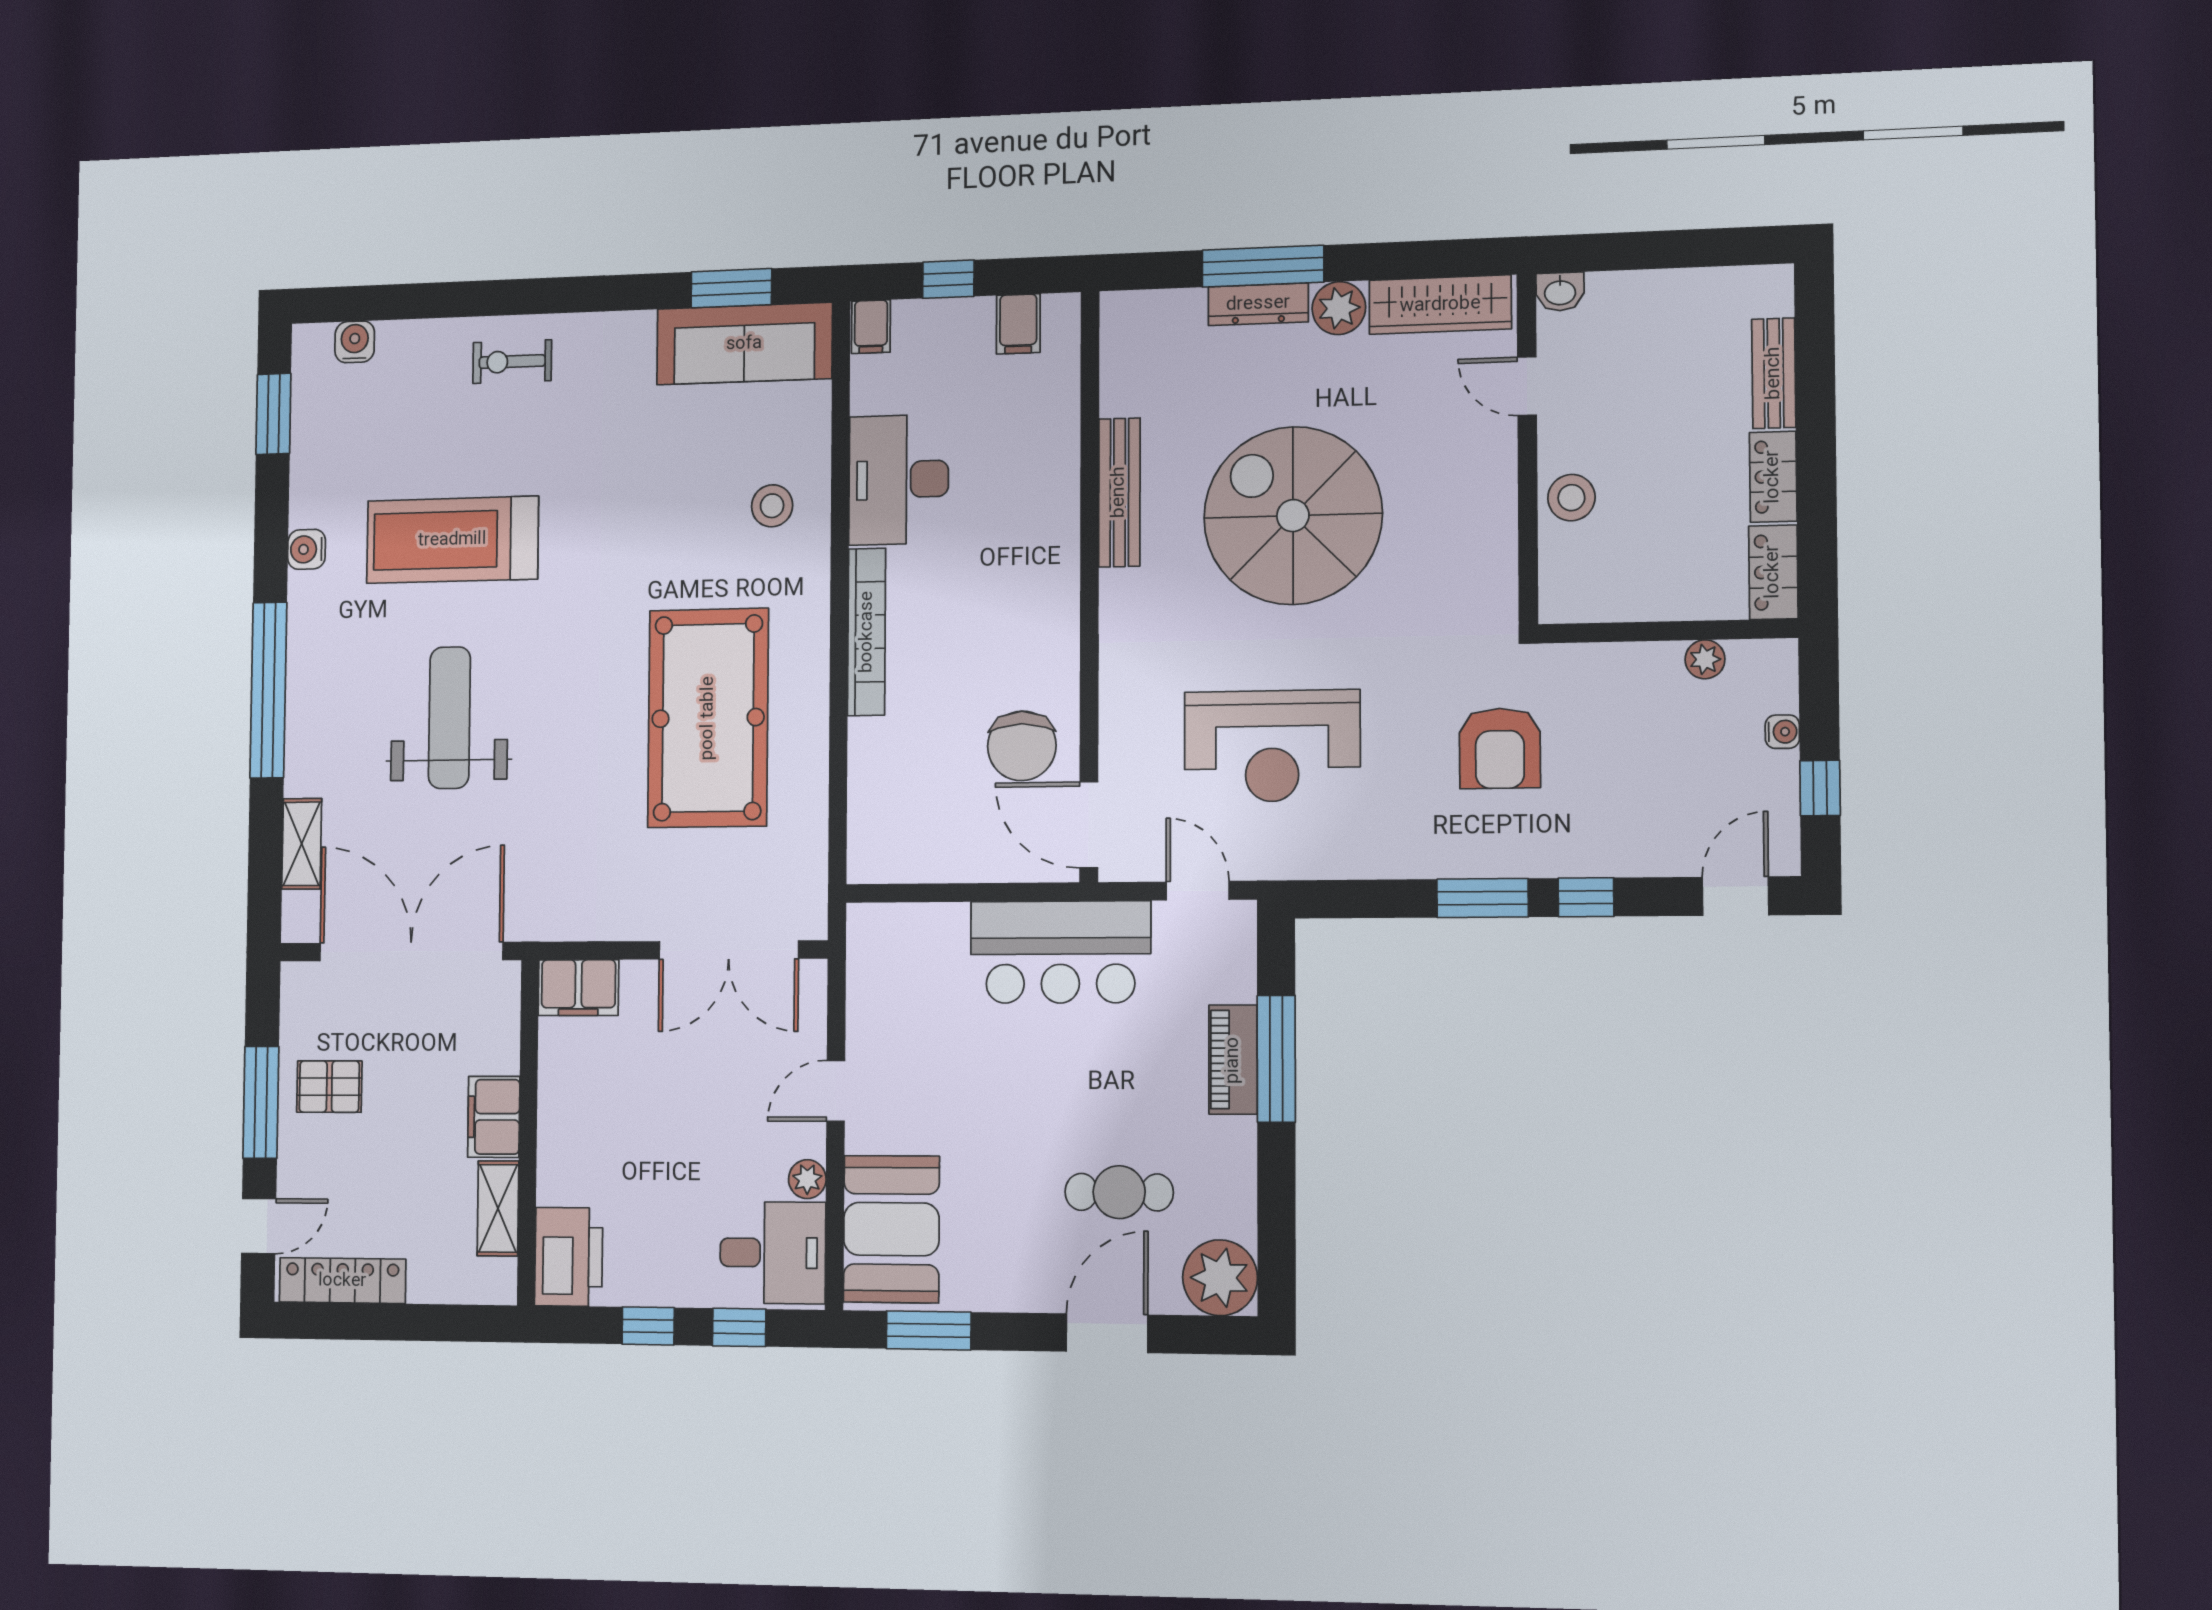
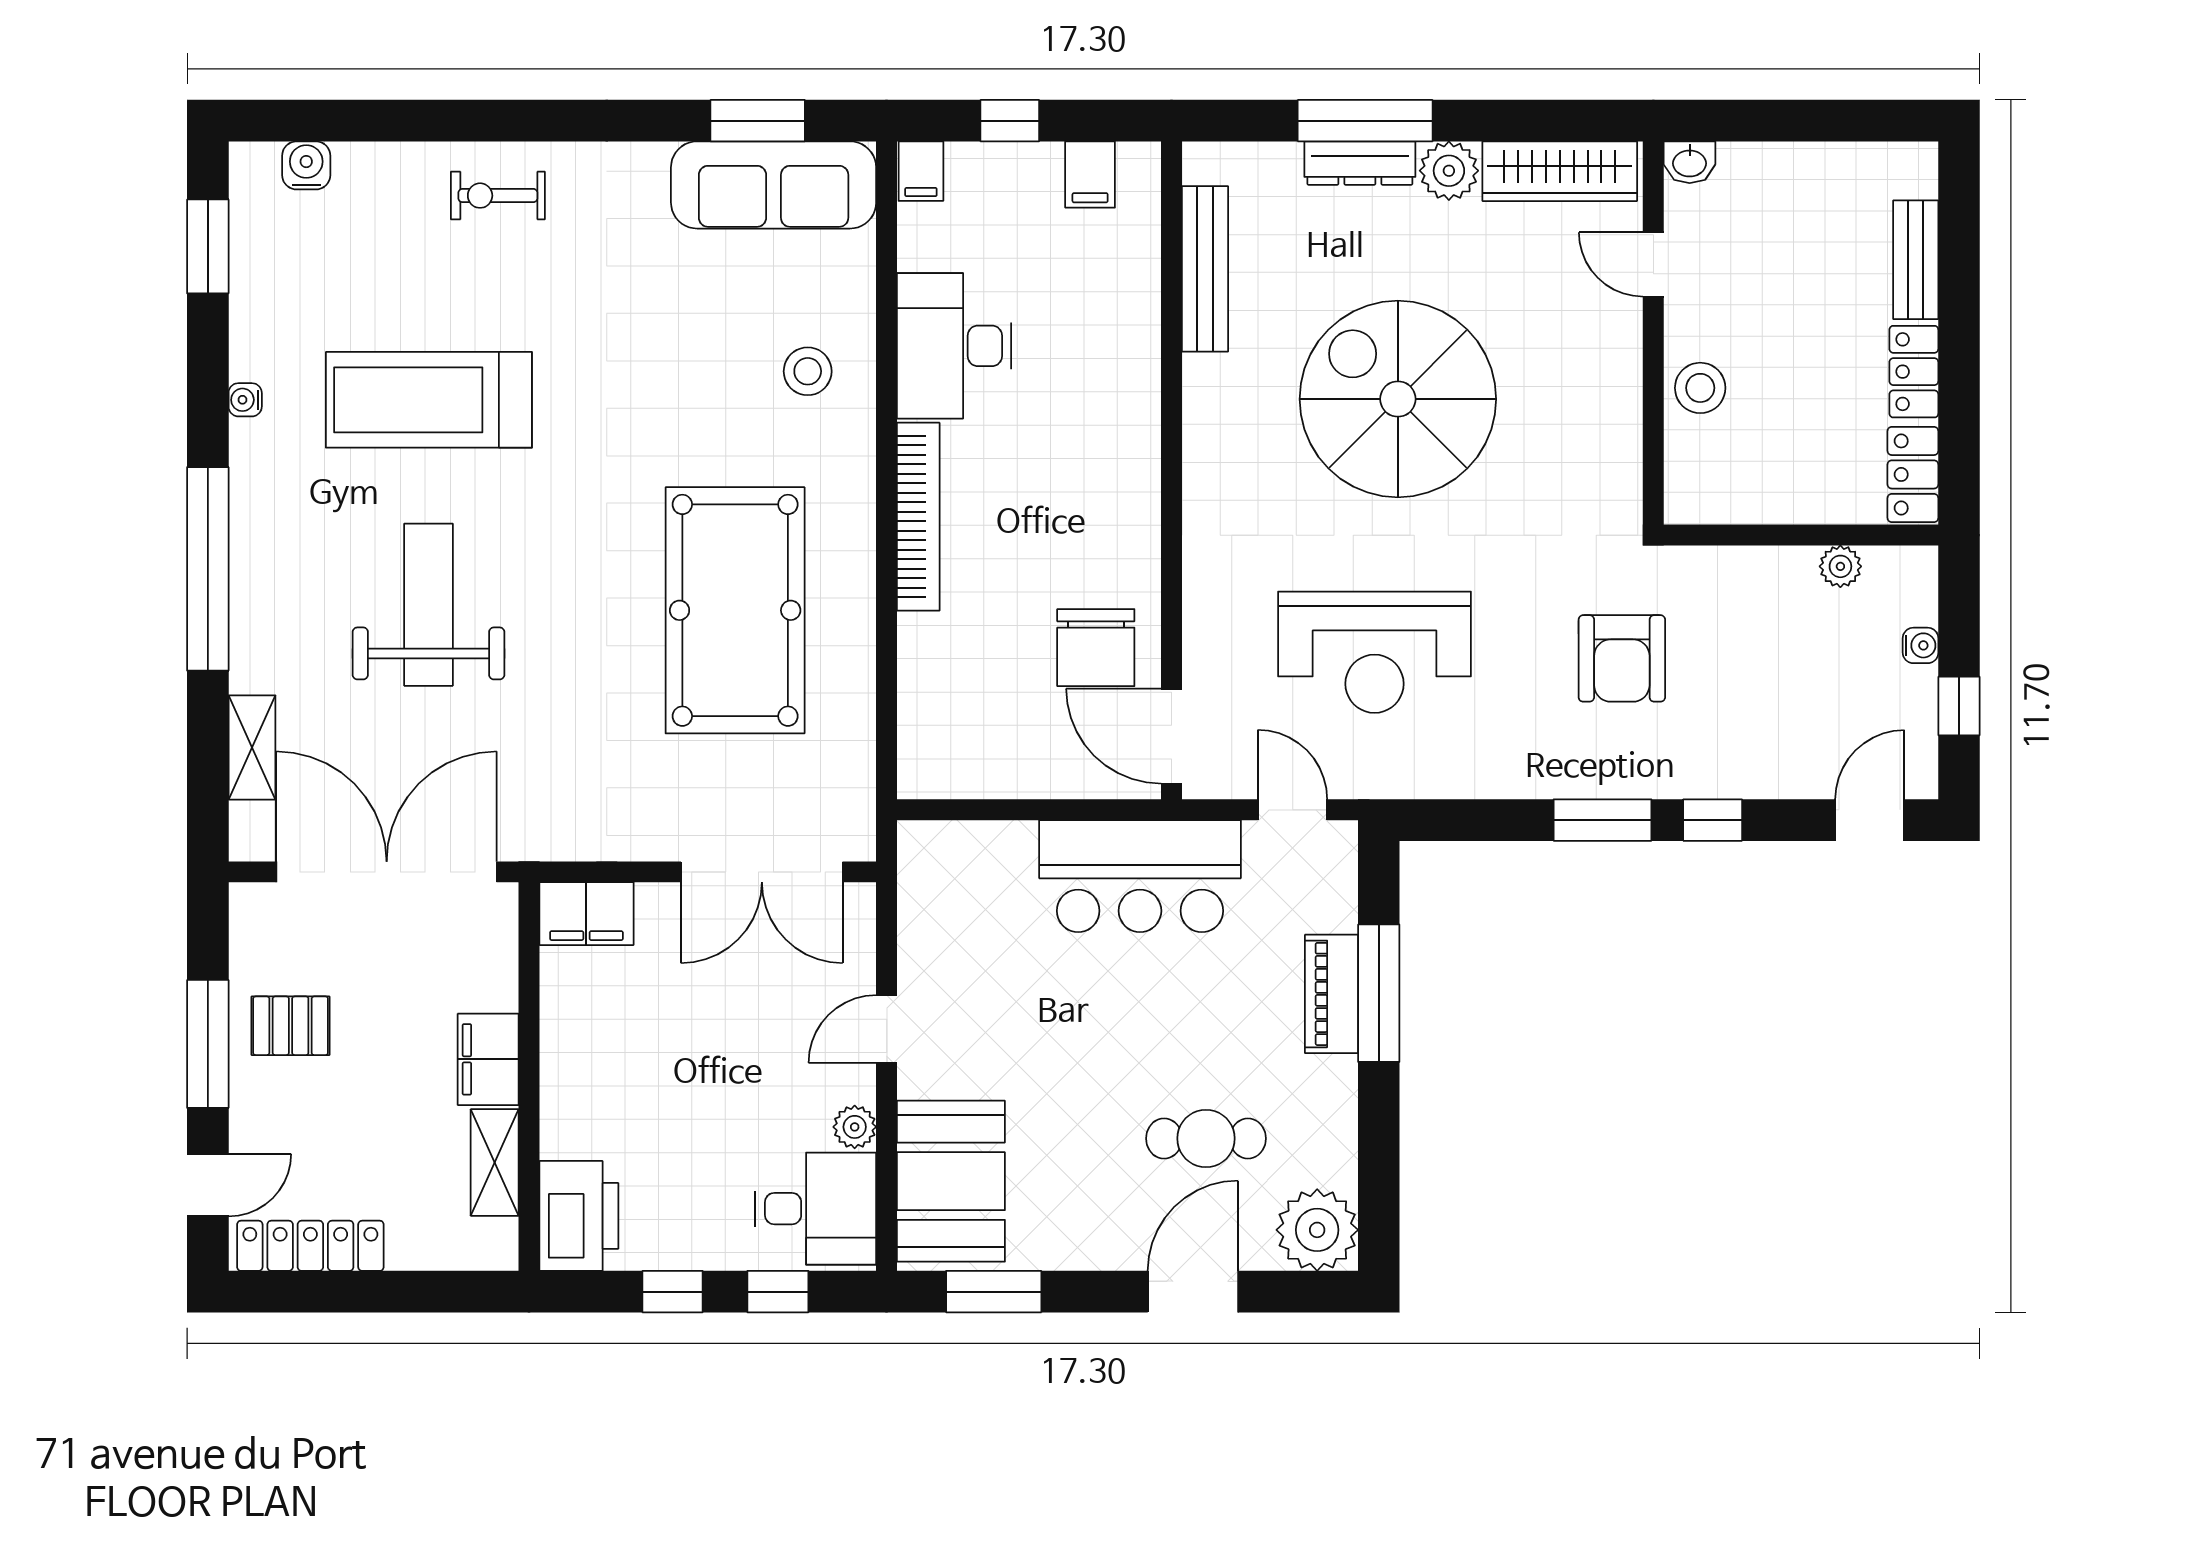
bench: (1119, 492) -> (1205, 269), moved
water cooler: (307, 549) -> (245, 400), width x0.72, depth x0.72

